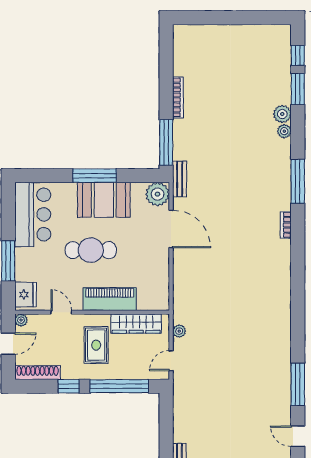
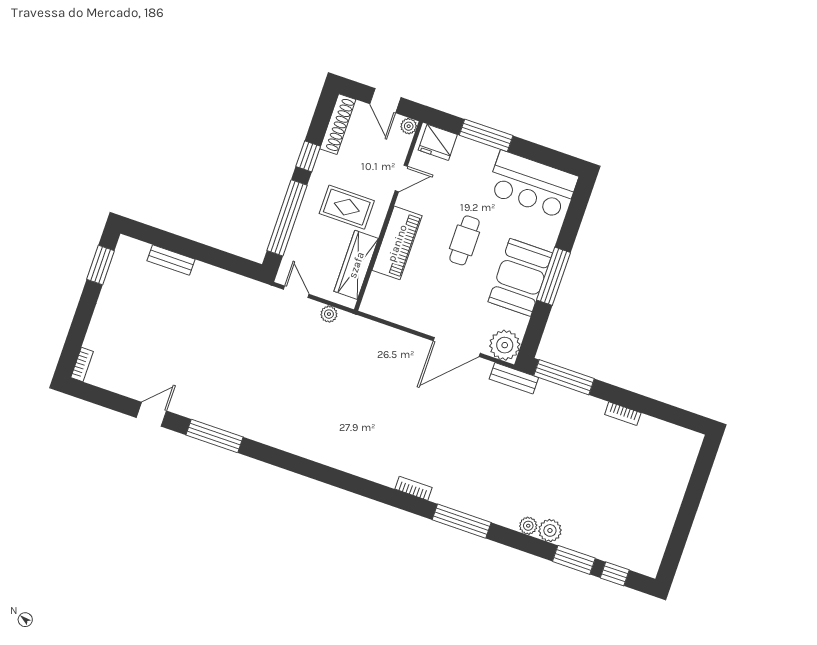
bookcase: (178, 97) -> (623, 414), width x0.64
cafe table: (91, 250) -> (465, 240), width x0.73, depth x0.74

